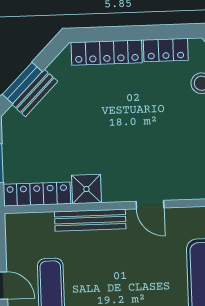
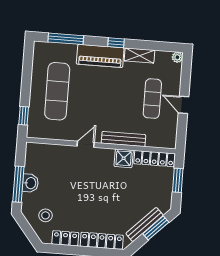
bench: (35, 93) -> (145, 224), width x1.36
door: (150, 205) -> (86, 144), hinge flipped

